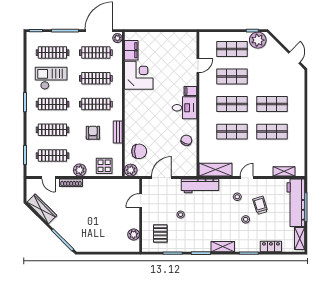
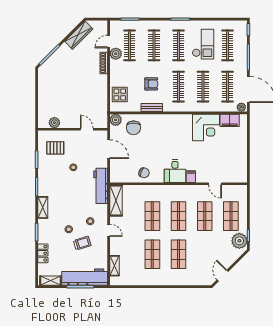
door: (294, 58) -> (223, 276), swing flipped
plant: (80, 170) -> (116, 54), moved

